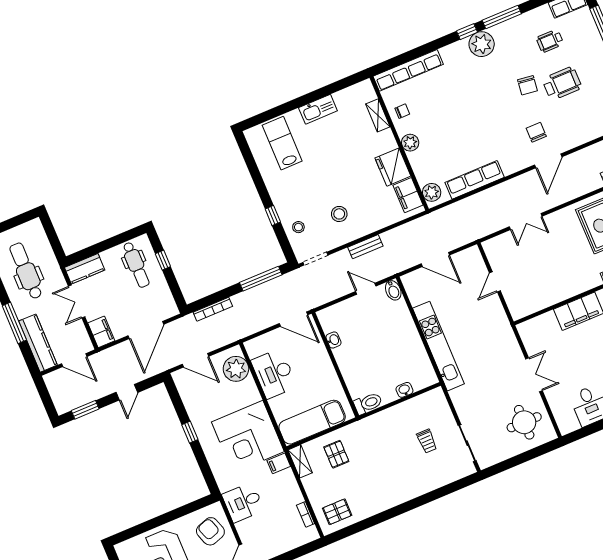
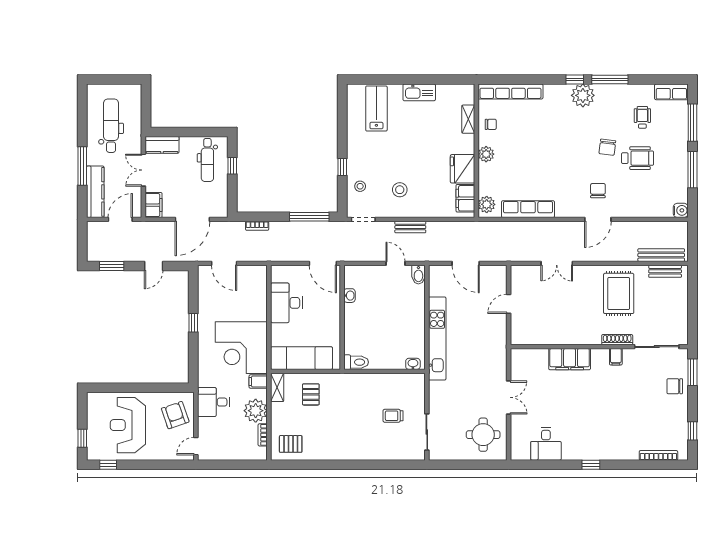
wheelchair: (550, 41) -> (642, 117), turned 90
bookcase: (213, 309) -> (257, 226), width x0.64
door: (74, 360) -> (120, 219), swing flipped
plant: (236, 369) -> (256, 411), moved
washbasin: (404, 390) -> (413, 364), moved
trolley: (427, 441) -> (393, 416), turned 90

